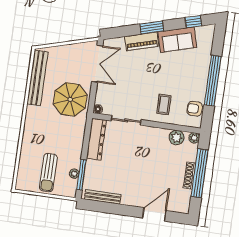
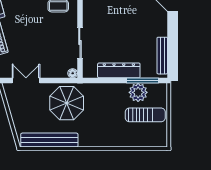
double door: (97, 64) -> (26, 81), width x0.73
dresser: (96, 139) -> (119, 70), moved
plant: (74, 174) -> (138, 92), width x1.88, depth x1.88

